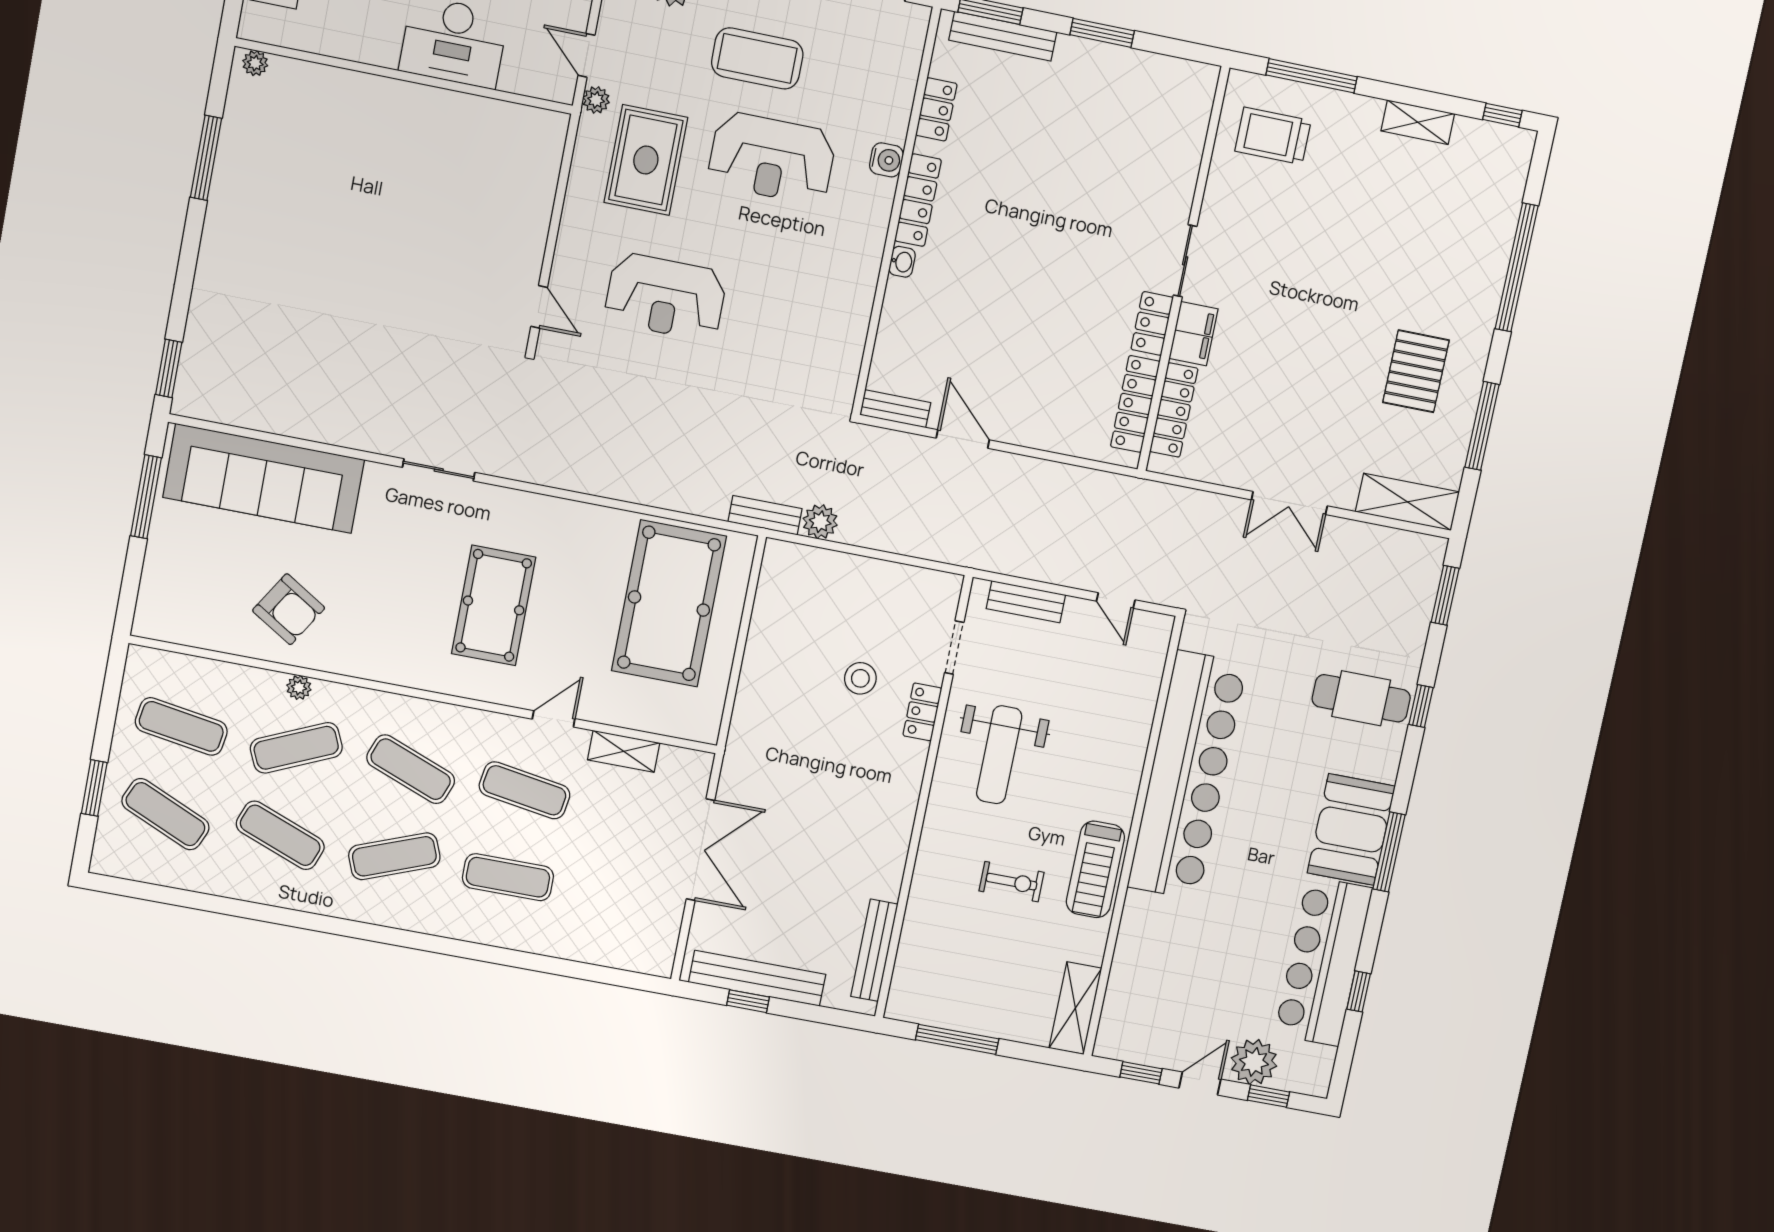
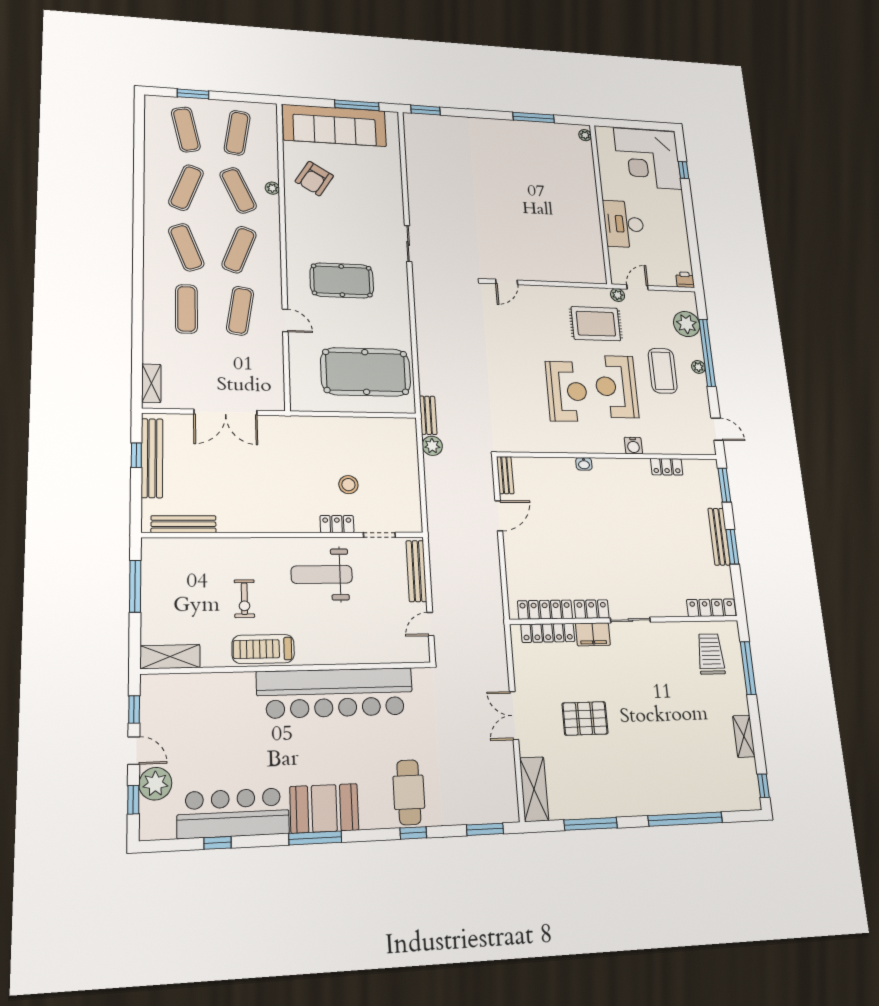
bench: (1003, 36) -> (719, 537), moved
locker: (918, 200) -> (711, 608), moved, turned 180
reception desk: (666, 297) -> (567, 391), moved, turned 180
pallet: (1416, 371) -> (585, 718), moved
sofa: (264, 478) -> (334, 125), moved, turned -90
bench: (1026, 602) -> (416, 571), width x1.36
shelving: (624, 751) -> (151, 383), moved
exercise mat: (165, 814) -> (186, 130), turned -36

